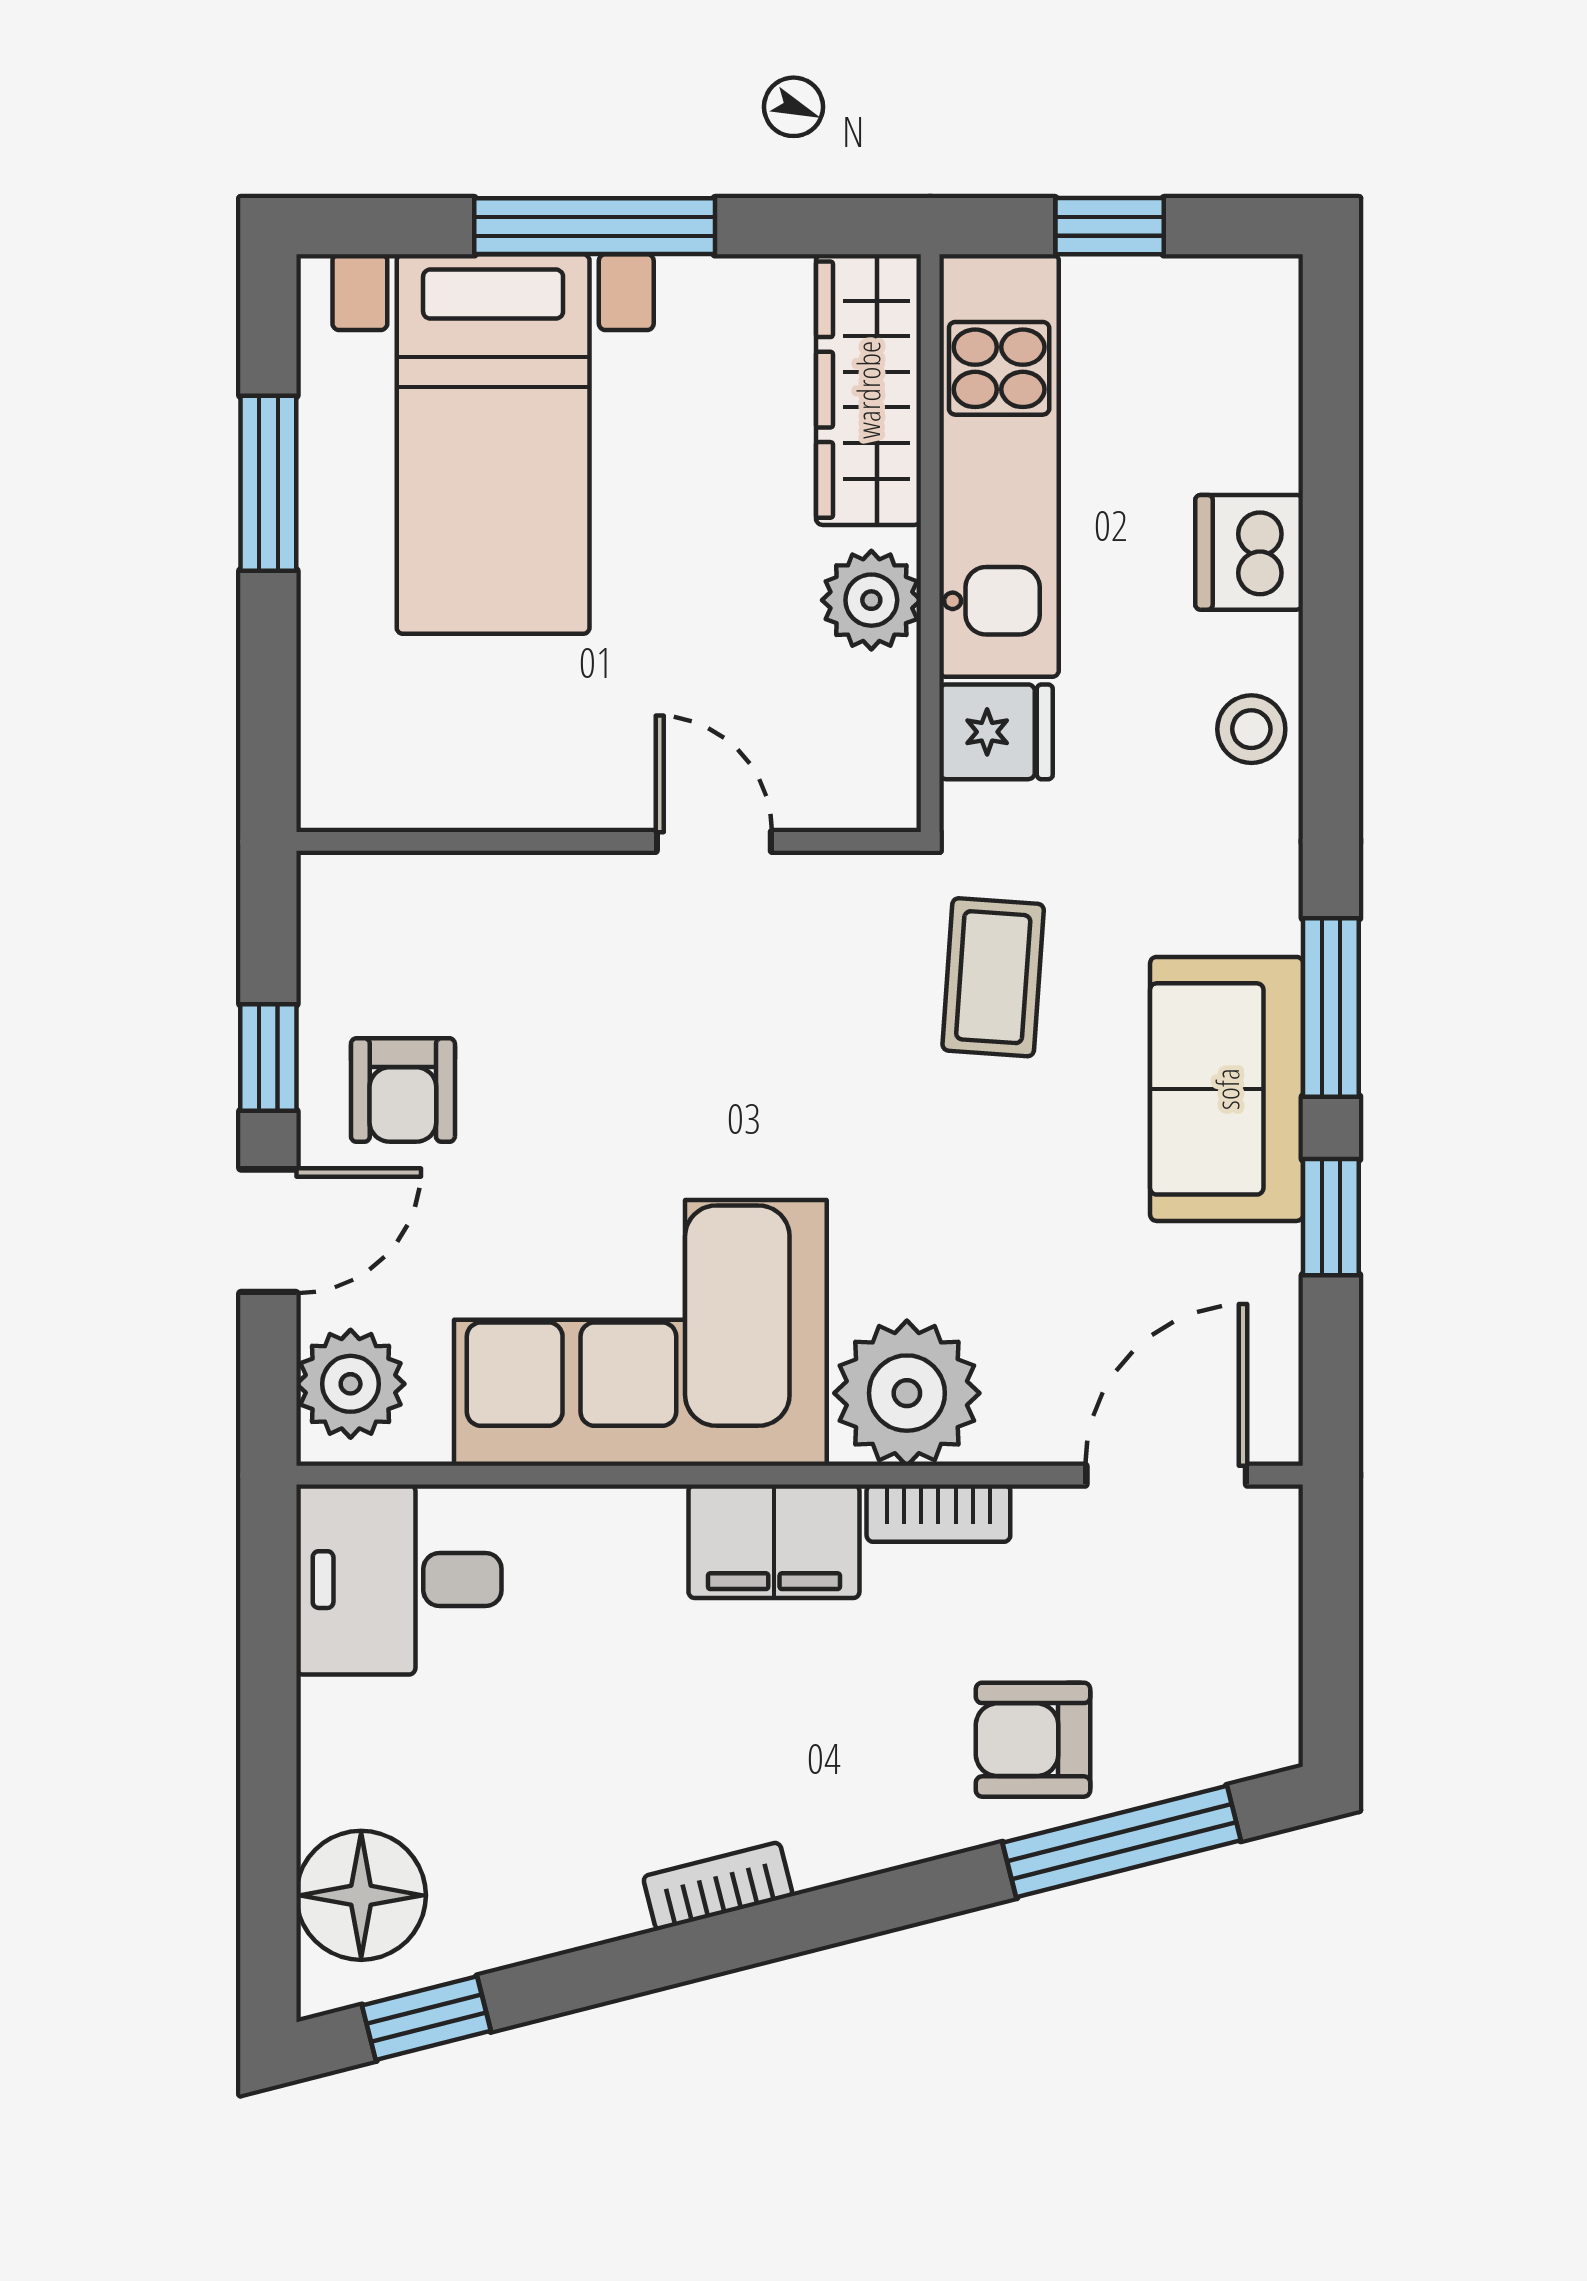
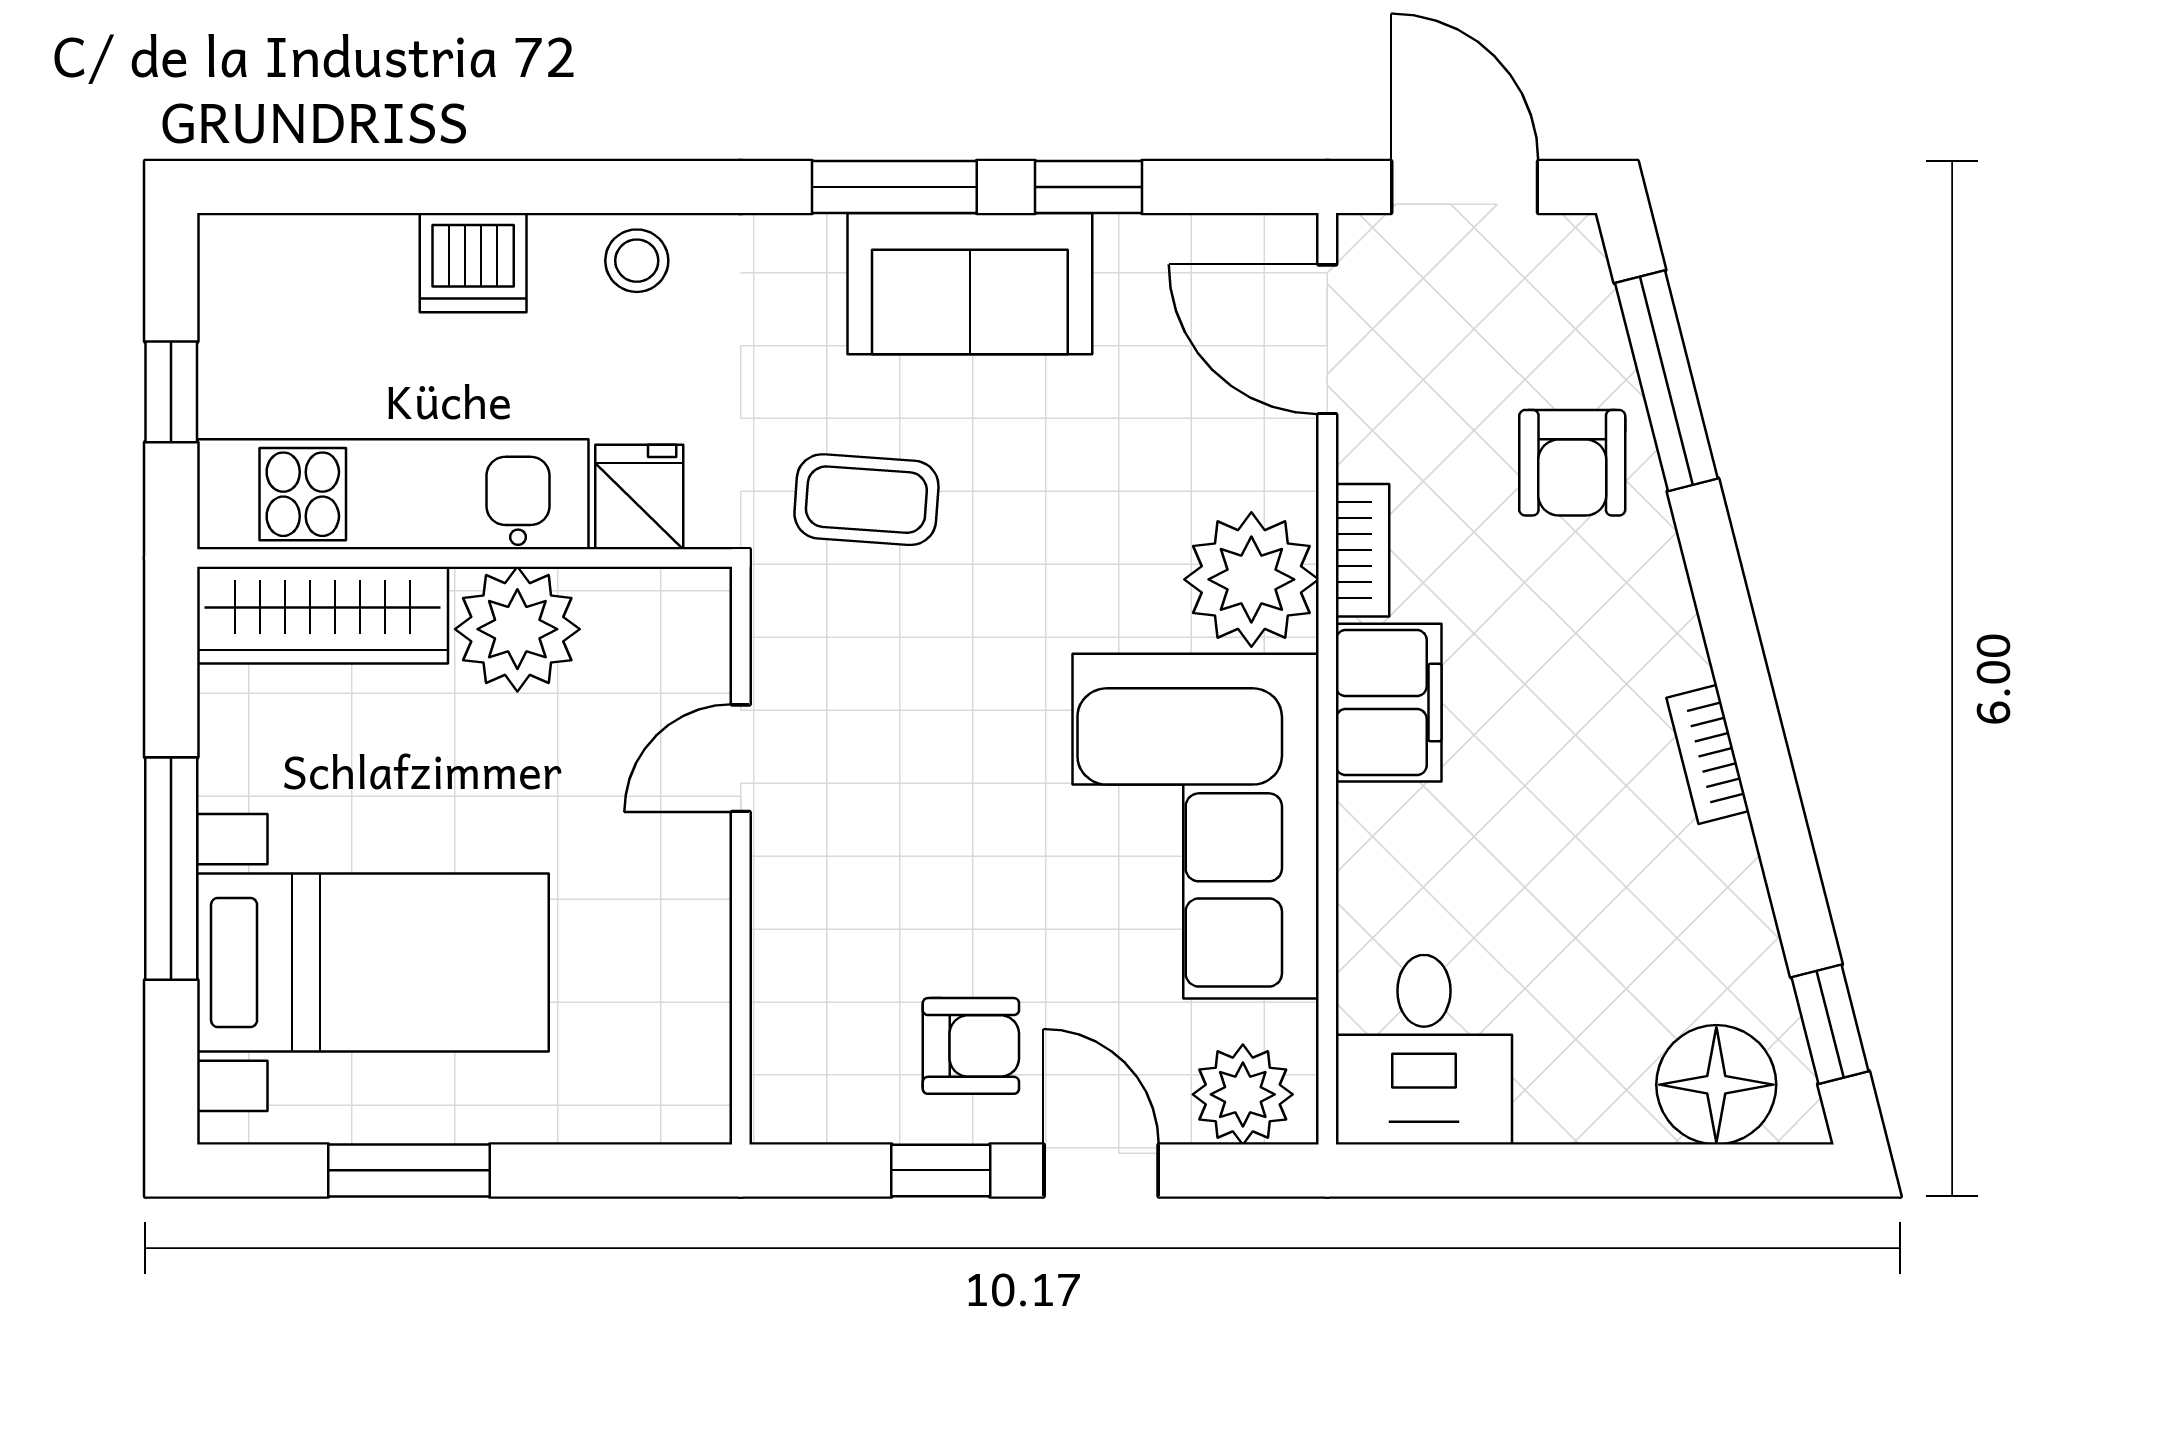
plant: (871, 600) -> (517, 629), width x1.36, depth x1.36
door: (1331, 1623) -> (1465, 187), added

